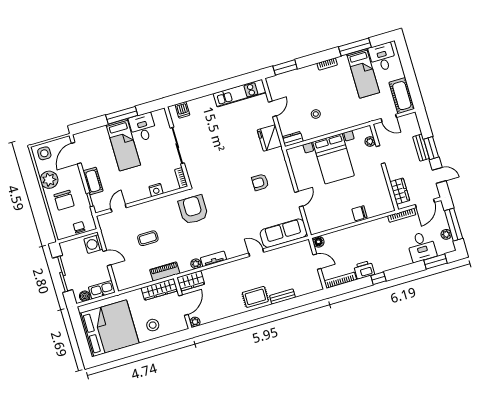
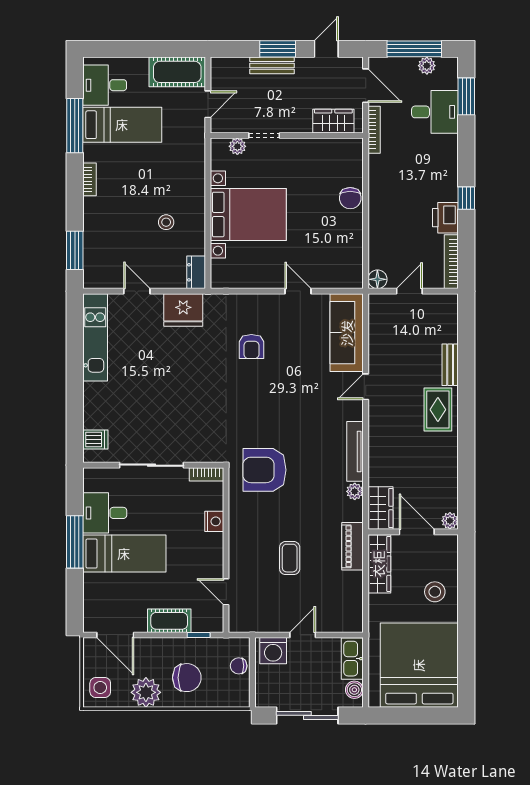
tv unit: (213, 259) -> (355, 451), width x1.41

